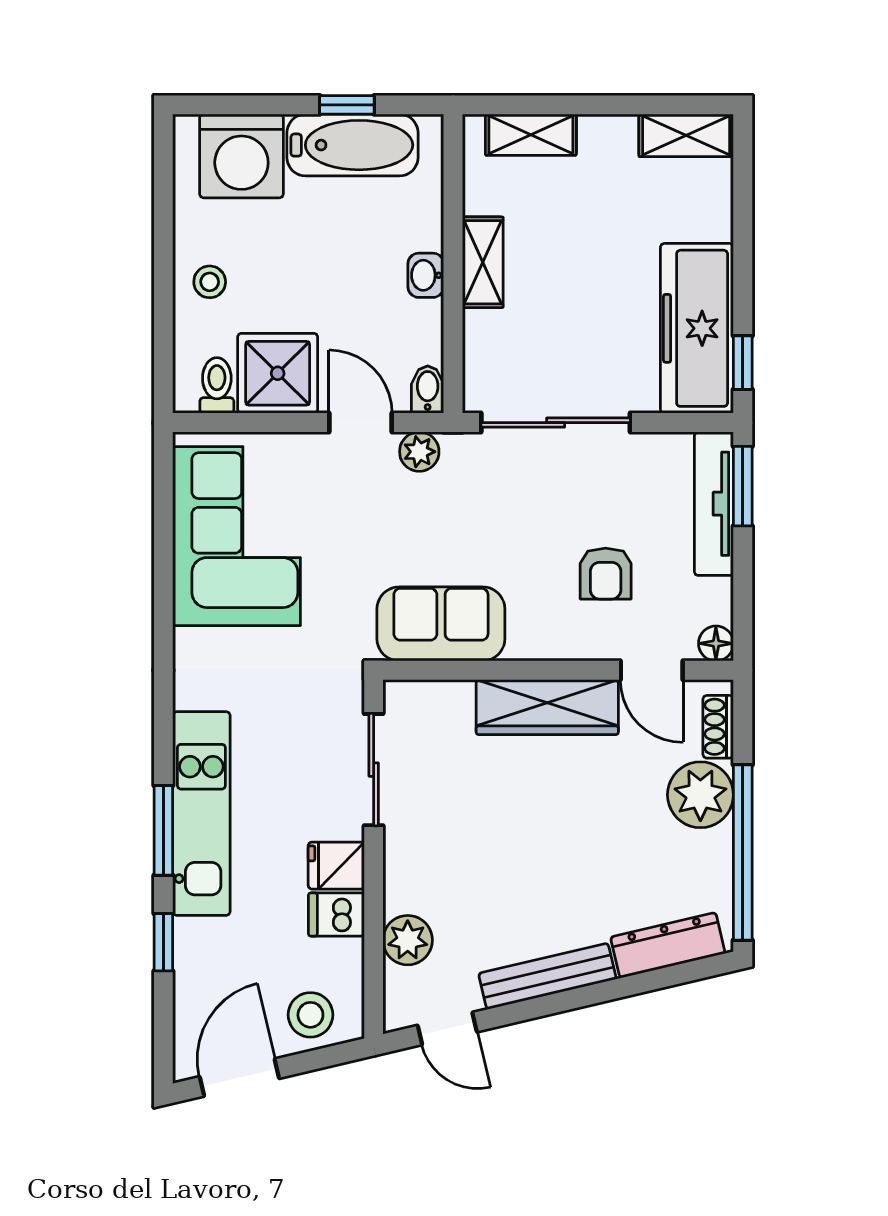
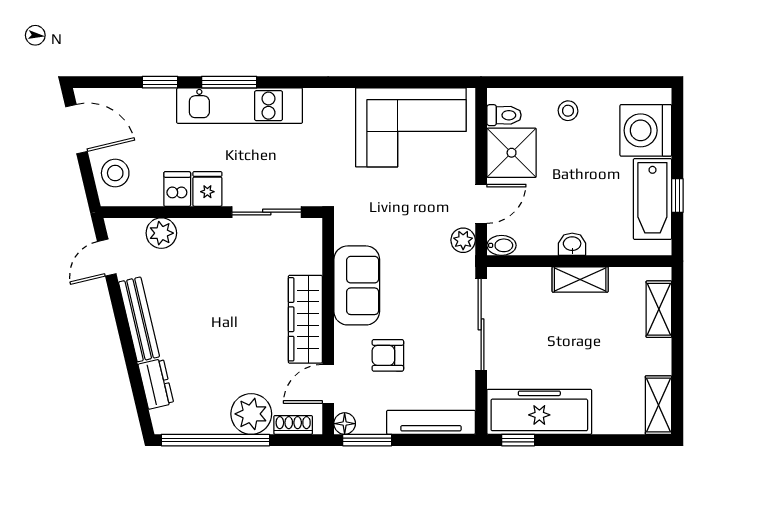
window: (743, 486) -> (367, 440), moved
sofa: (441, 624) -> (357, 285), moved
dresser: (668, 945) -> (156, 384), width x0.70

